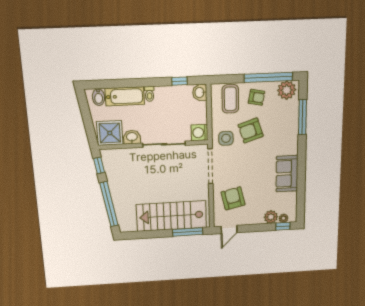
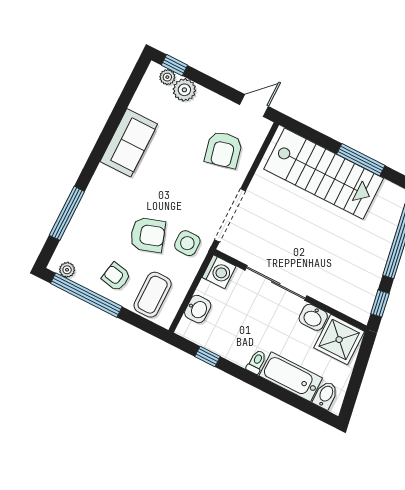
plant: (287, 90) -> (67, 270), width x0.53, depth x0.53
washbasin: (200, 92) -> (198, 309), moved
window: (188, 232) -> (361, 160), moved

